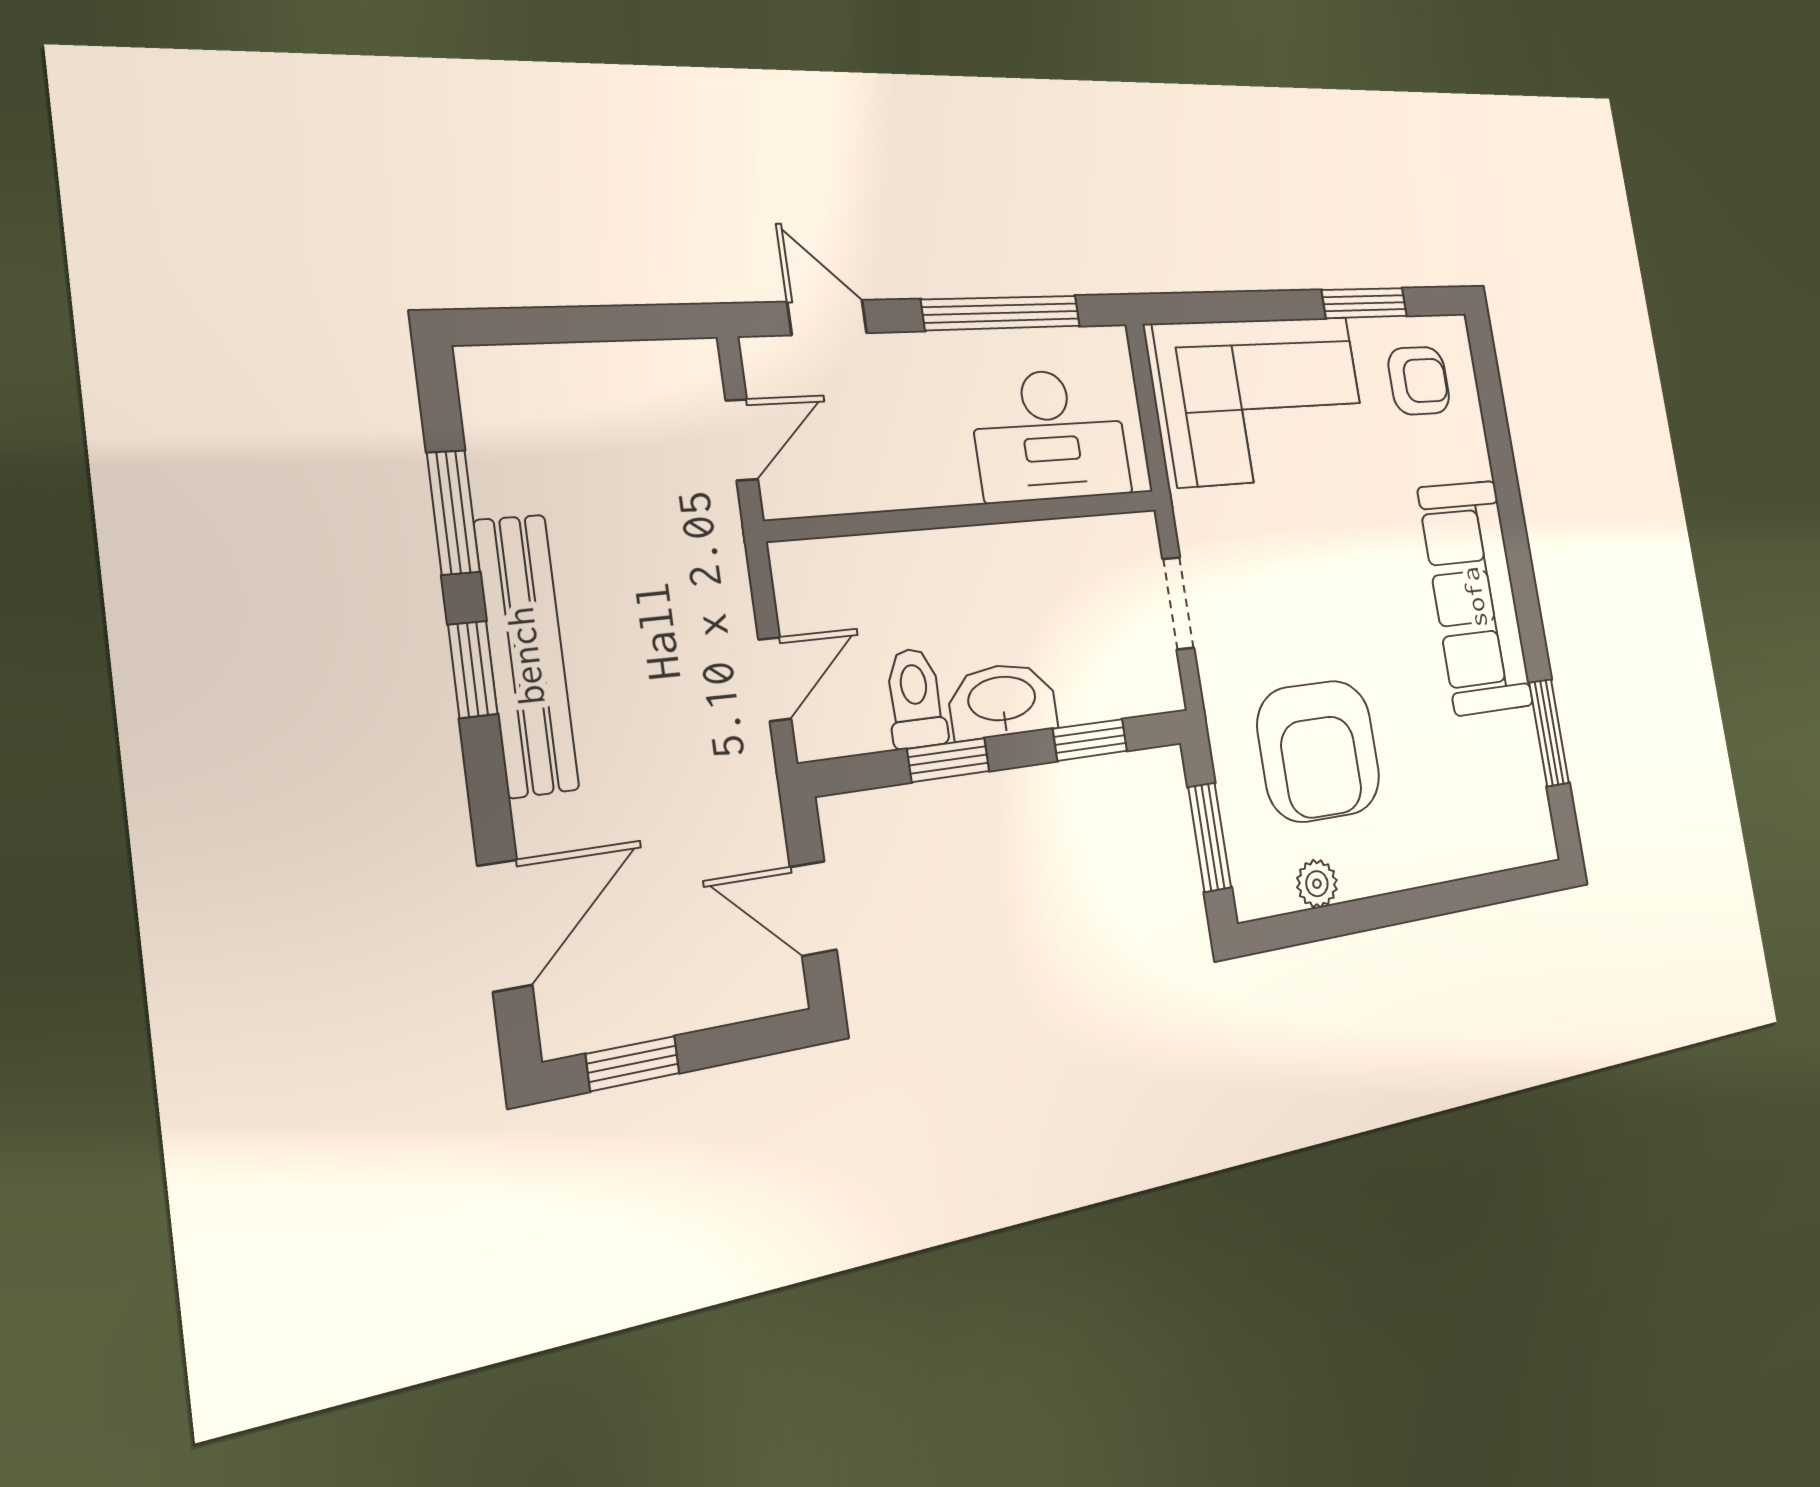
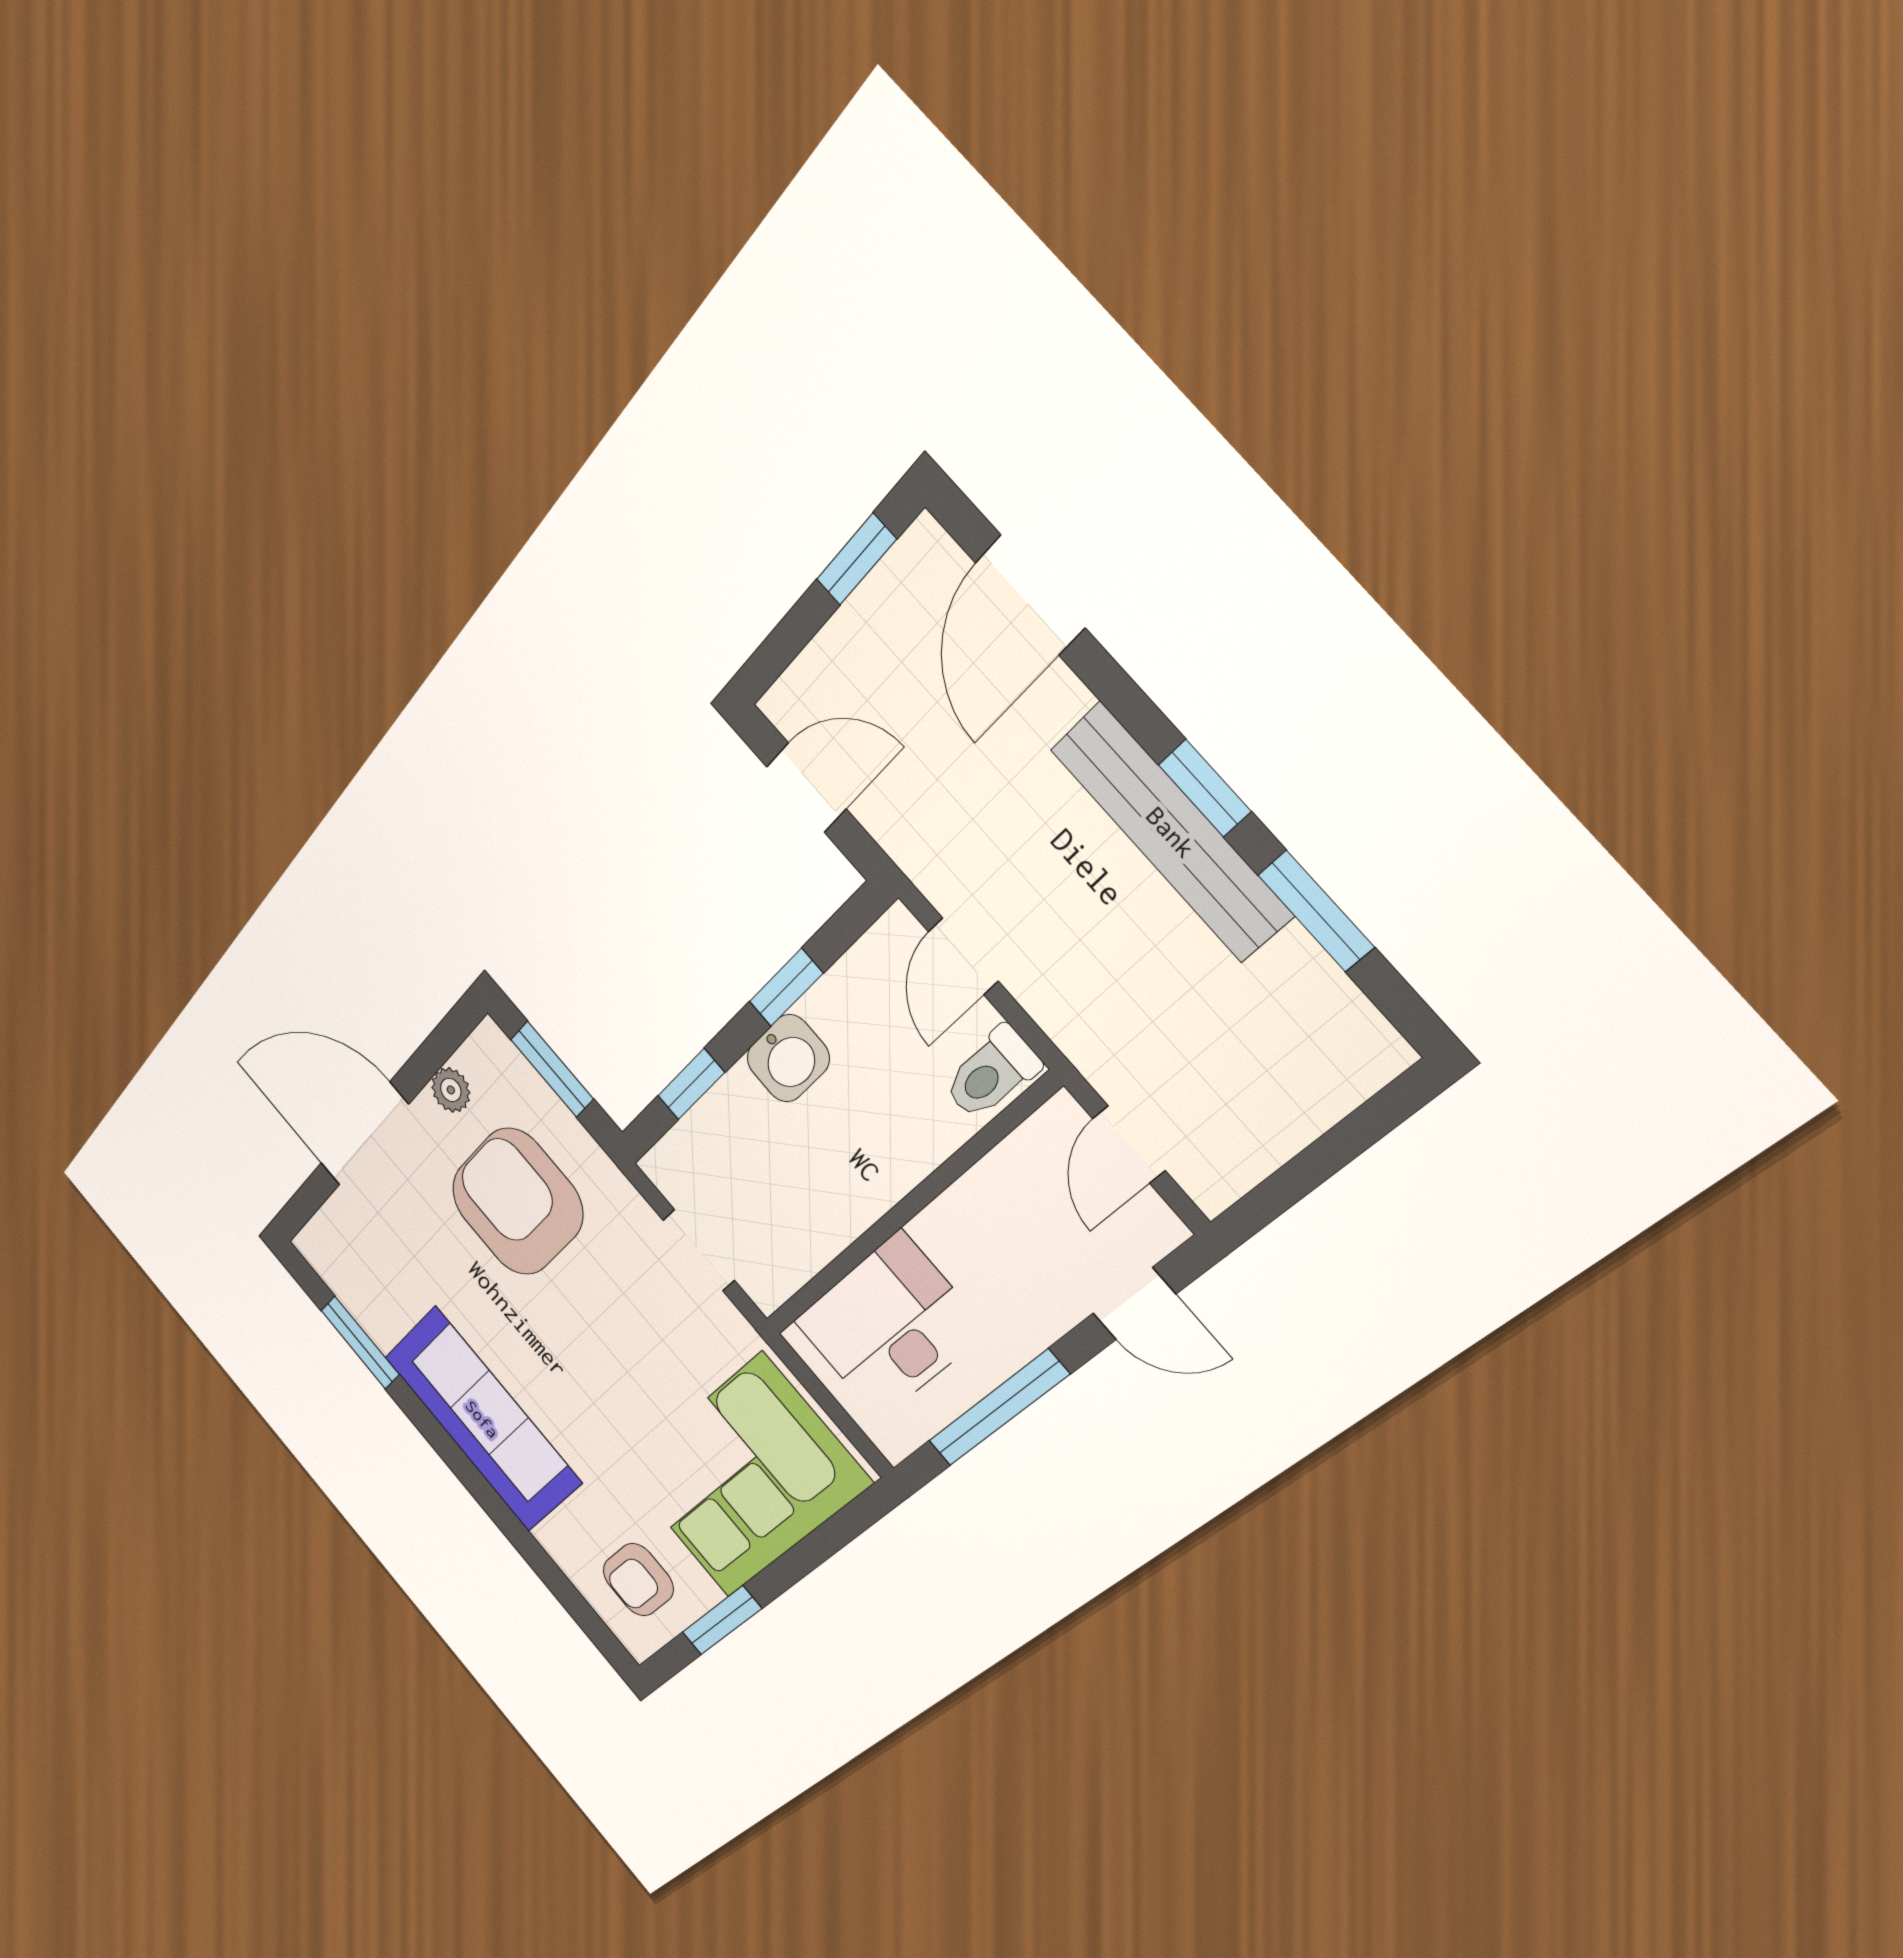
toilet: (915, 698) -> (991, 1074), moved, turned 90
washbasin: (1002, 701) -> (788, 1058), width x0.72
door: (1426, 902) -> (364, 1134), added

